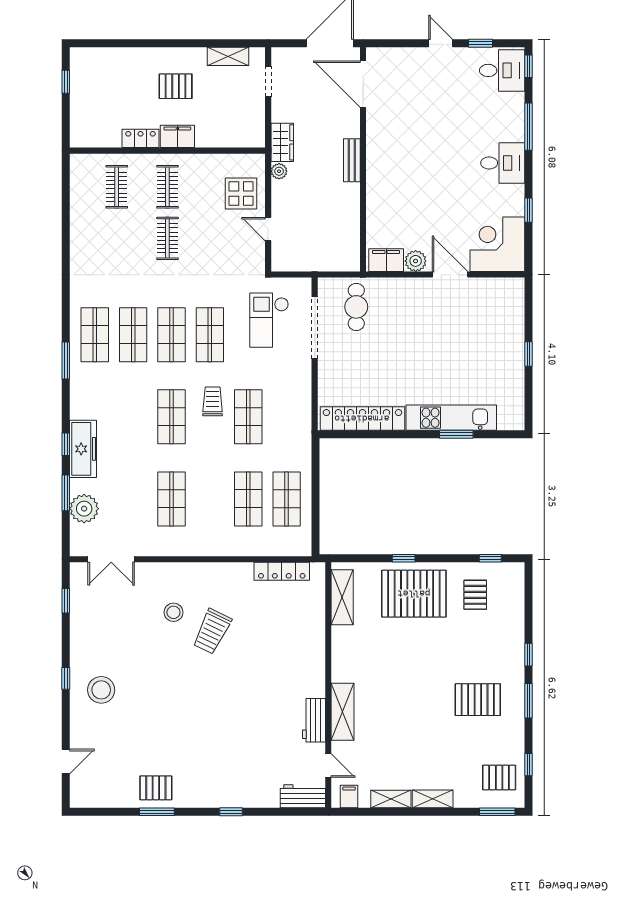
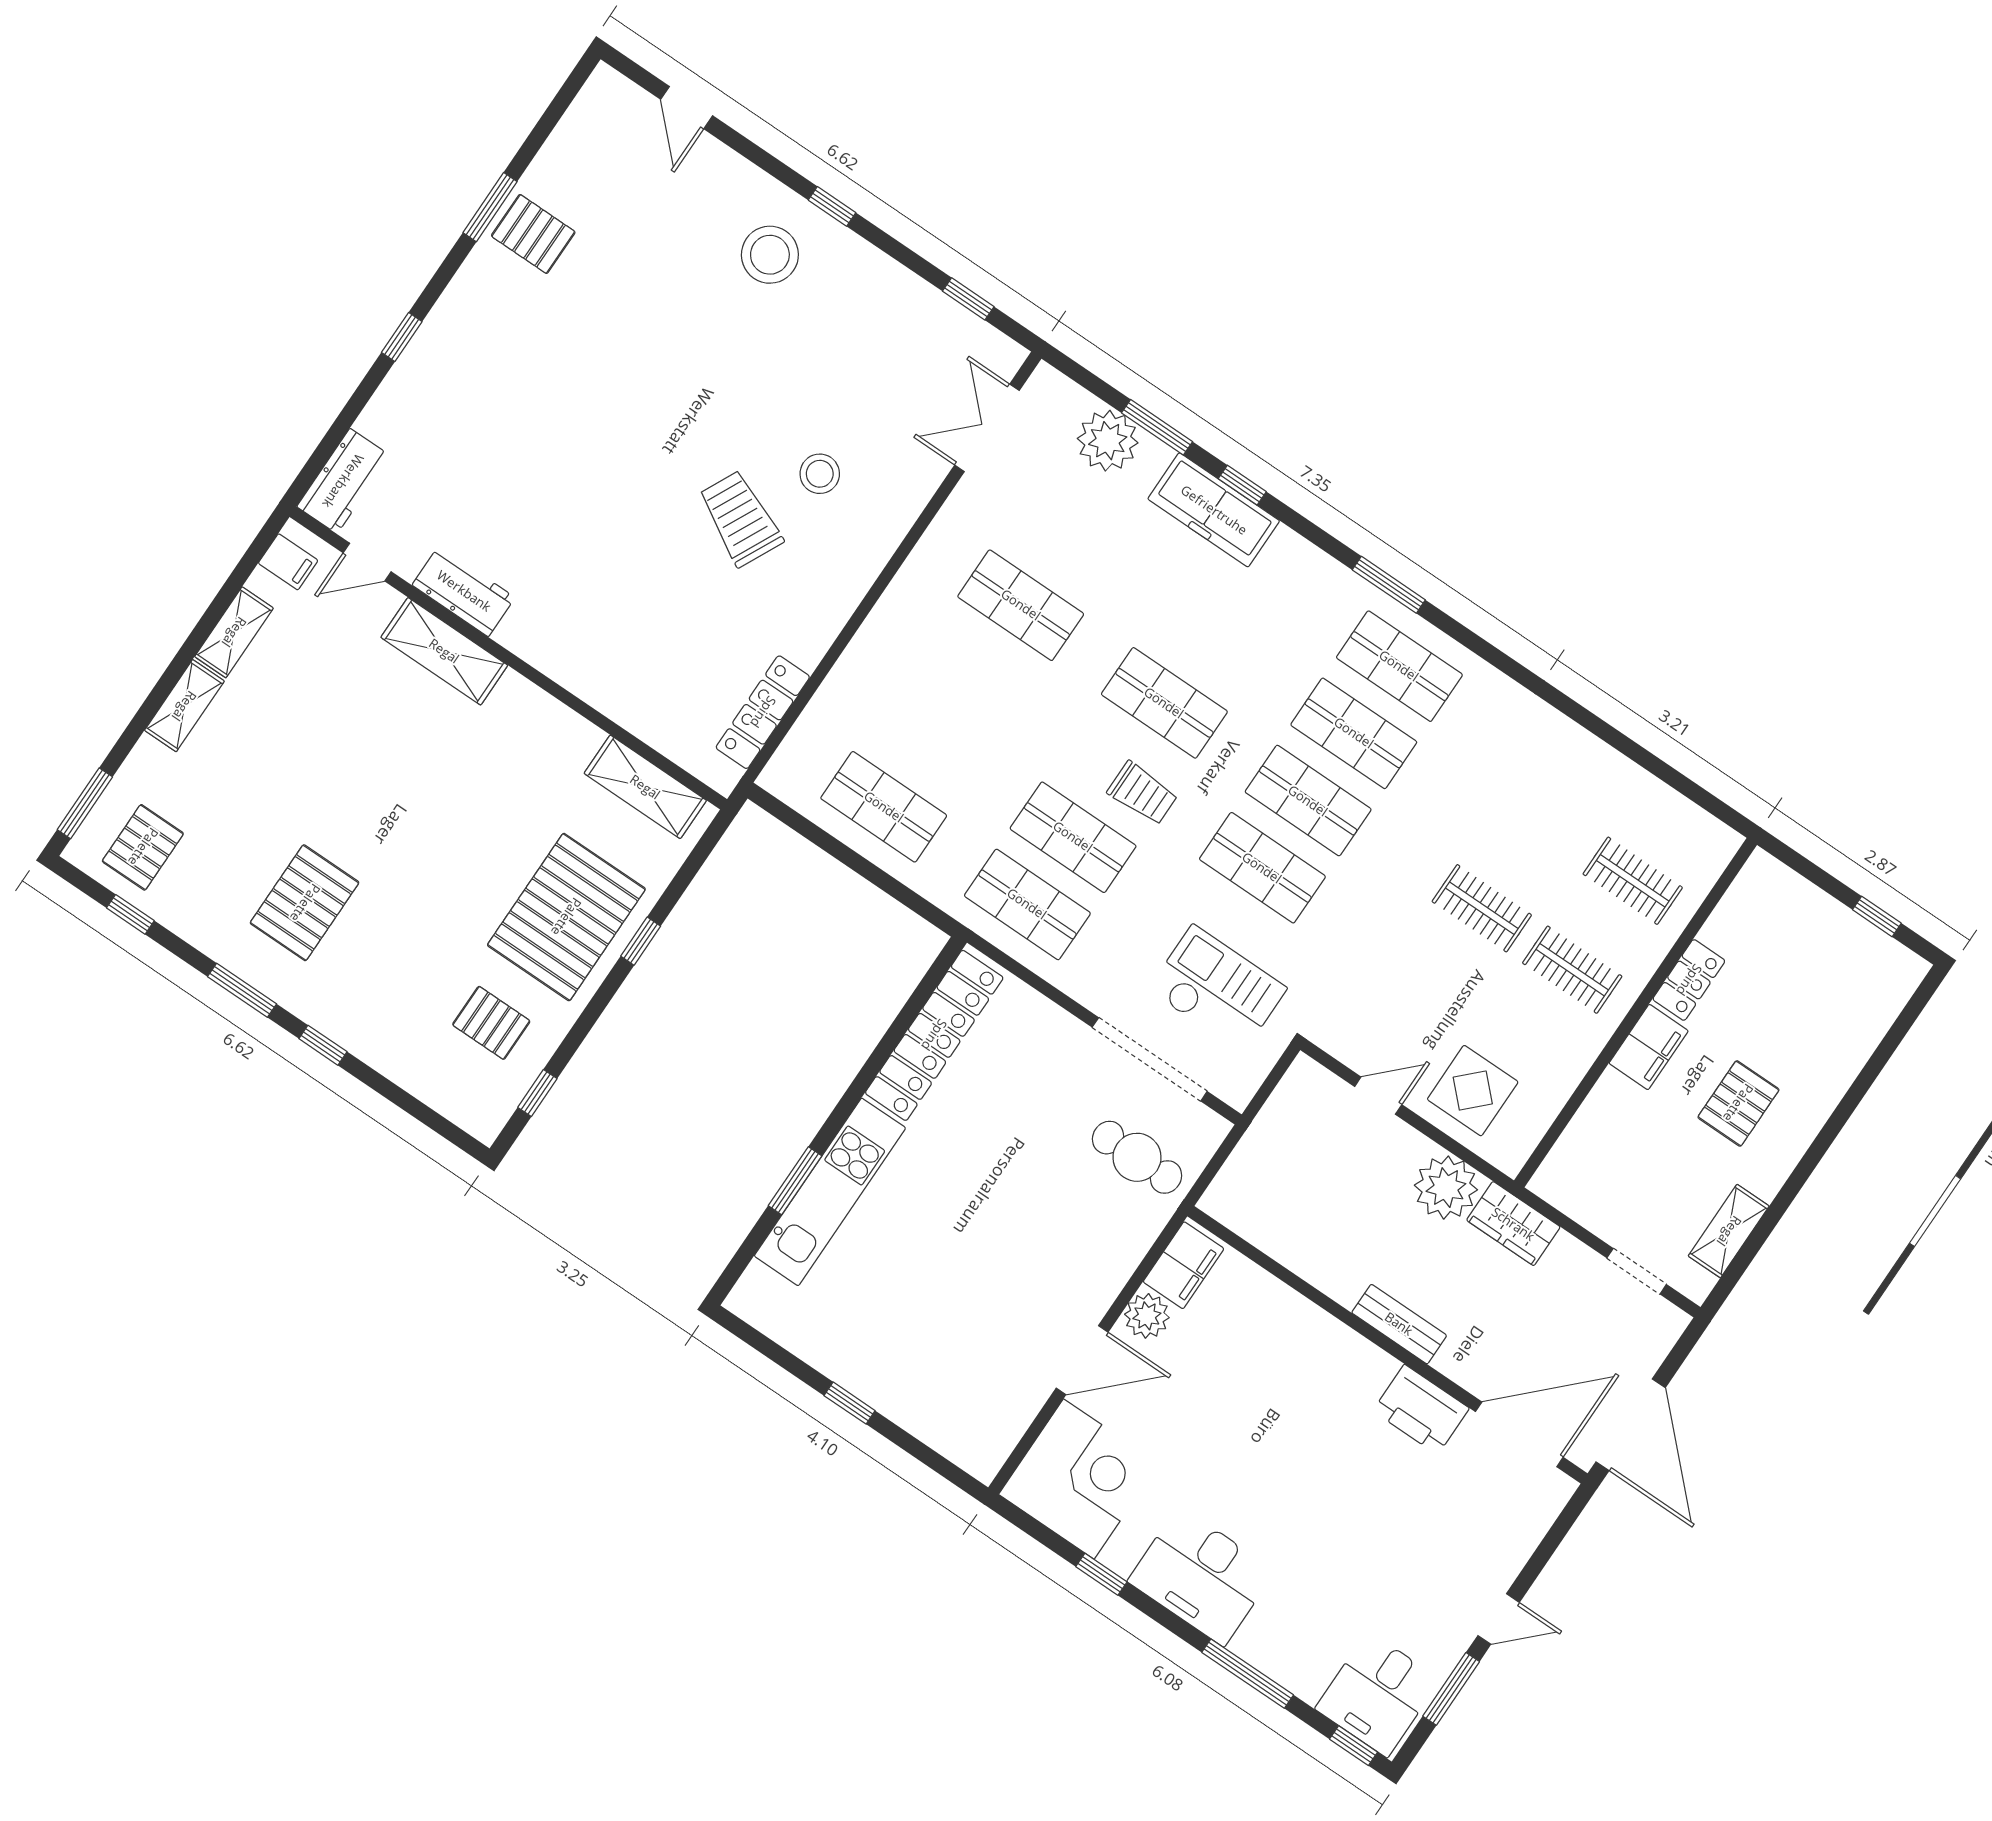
window: (480, 43) -> (1451, 1689), width x1.50
printer: (379, 129) -> (1421, 1409), added
desk: (503, 163) -> (1201, 1576), width x1.37
plant: (279, 171) -> (1446, 1188), width x1.87, depth x1.87
shop shelf: (248, 499) -> (1027, 904), moved
pallet: (156, 788) -> (533, 234), turned 90

